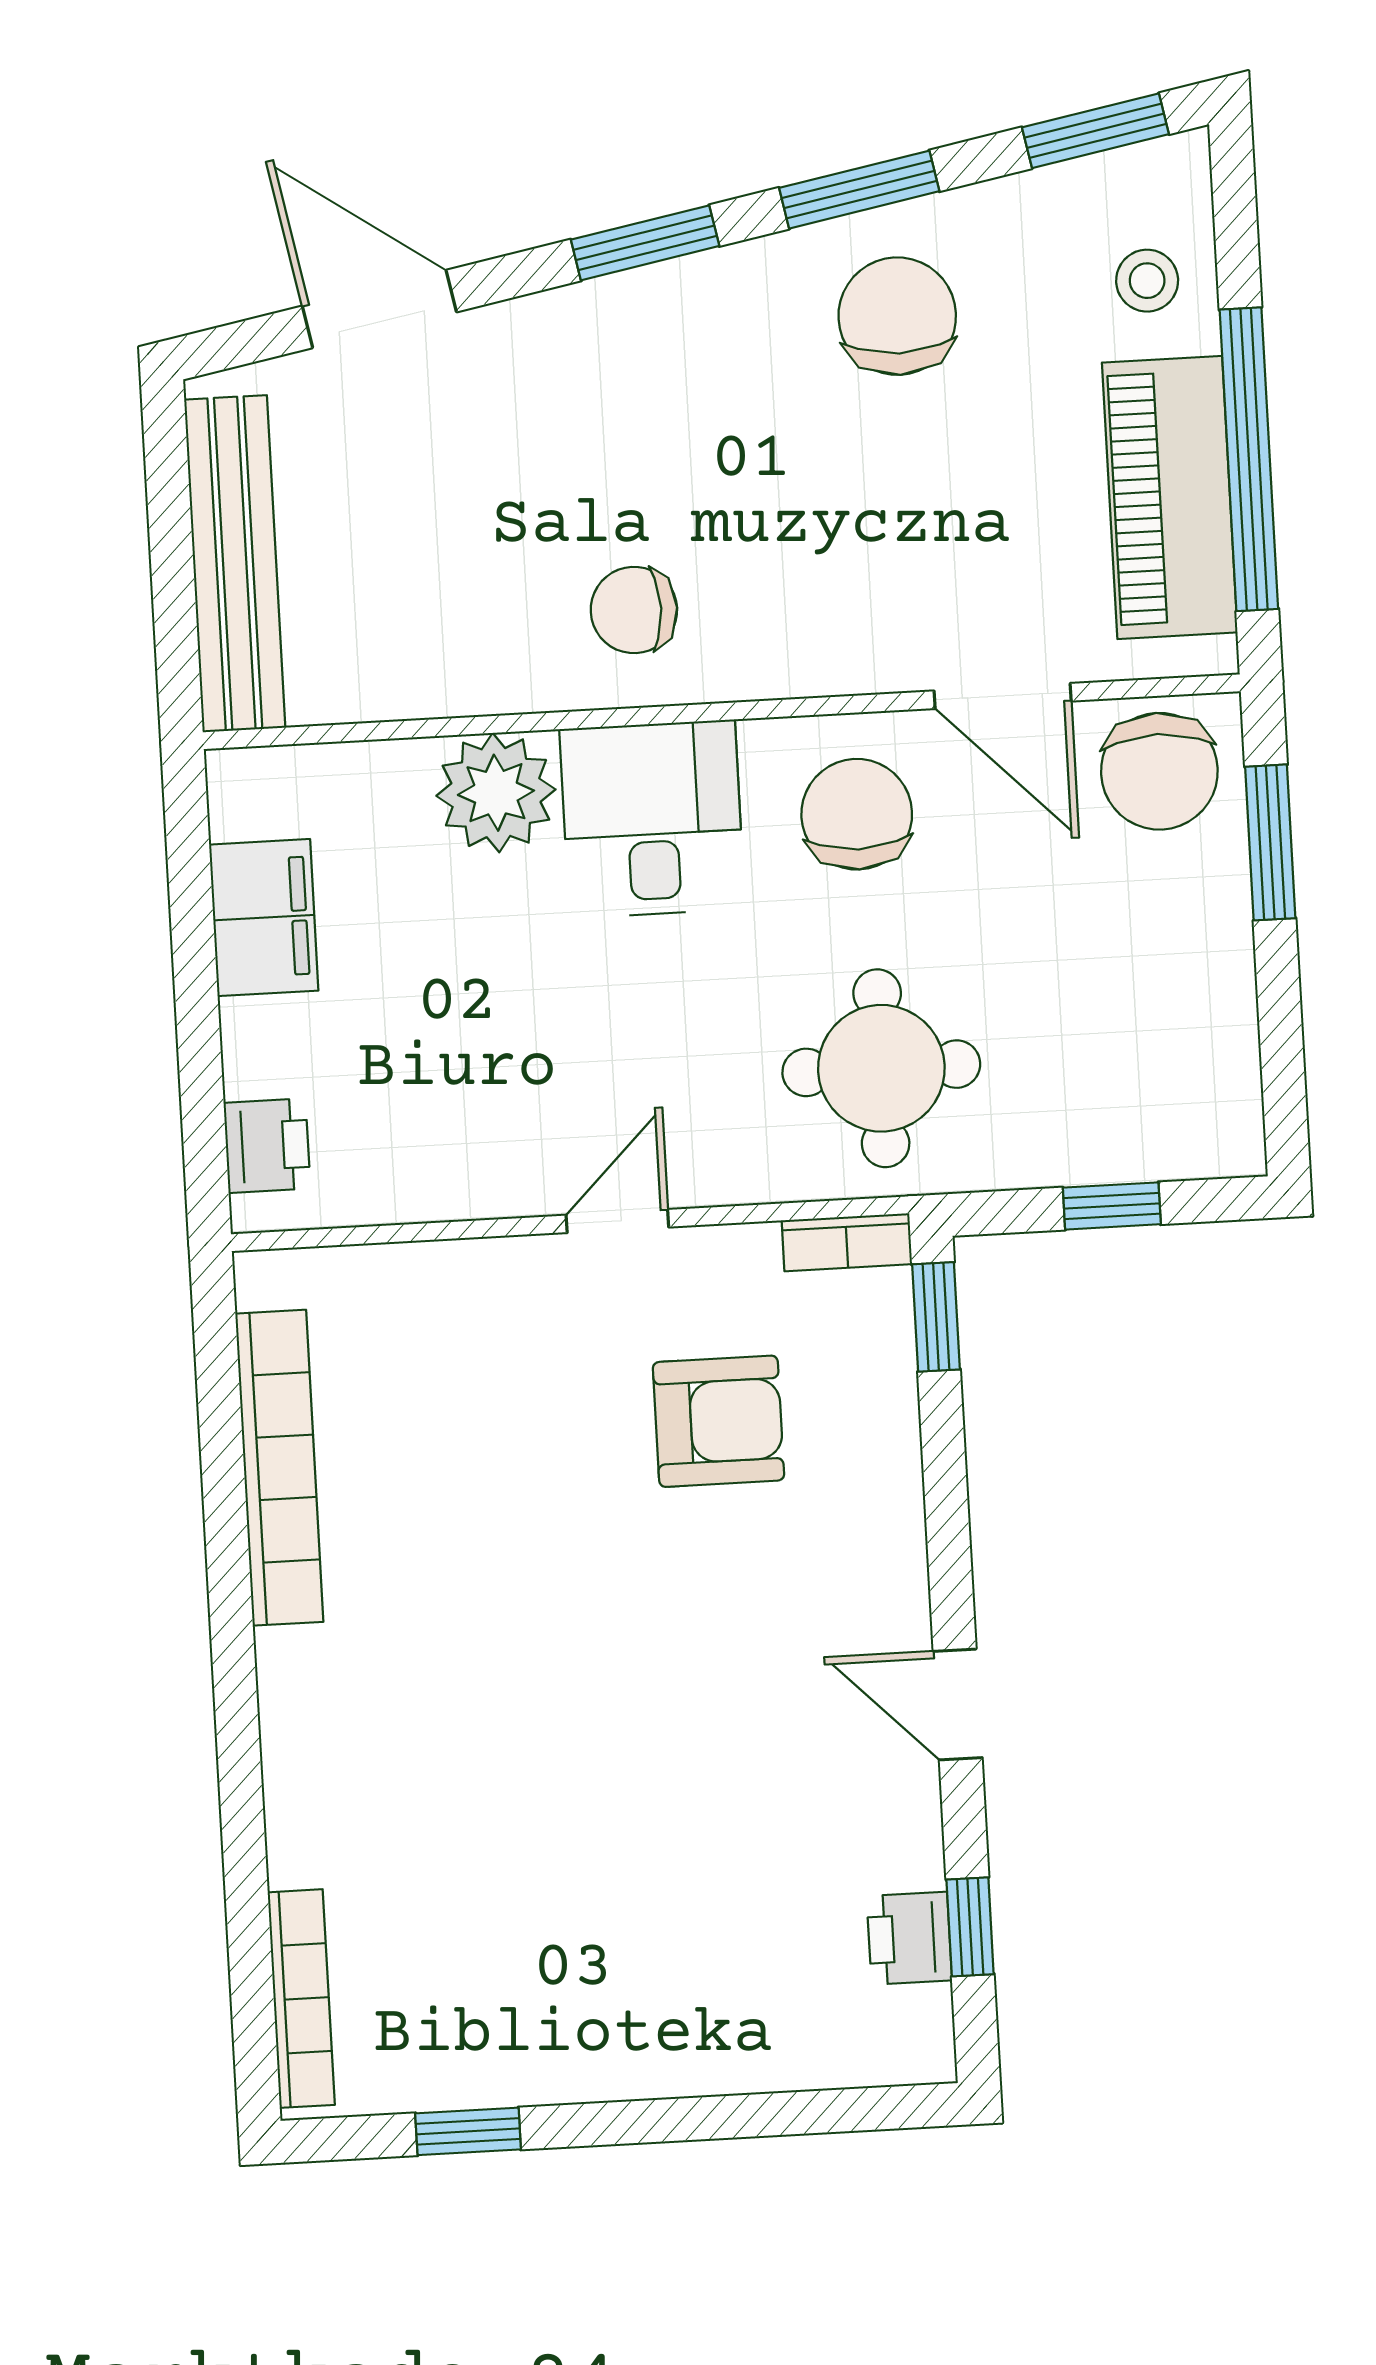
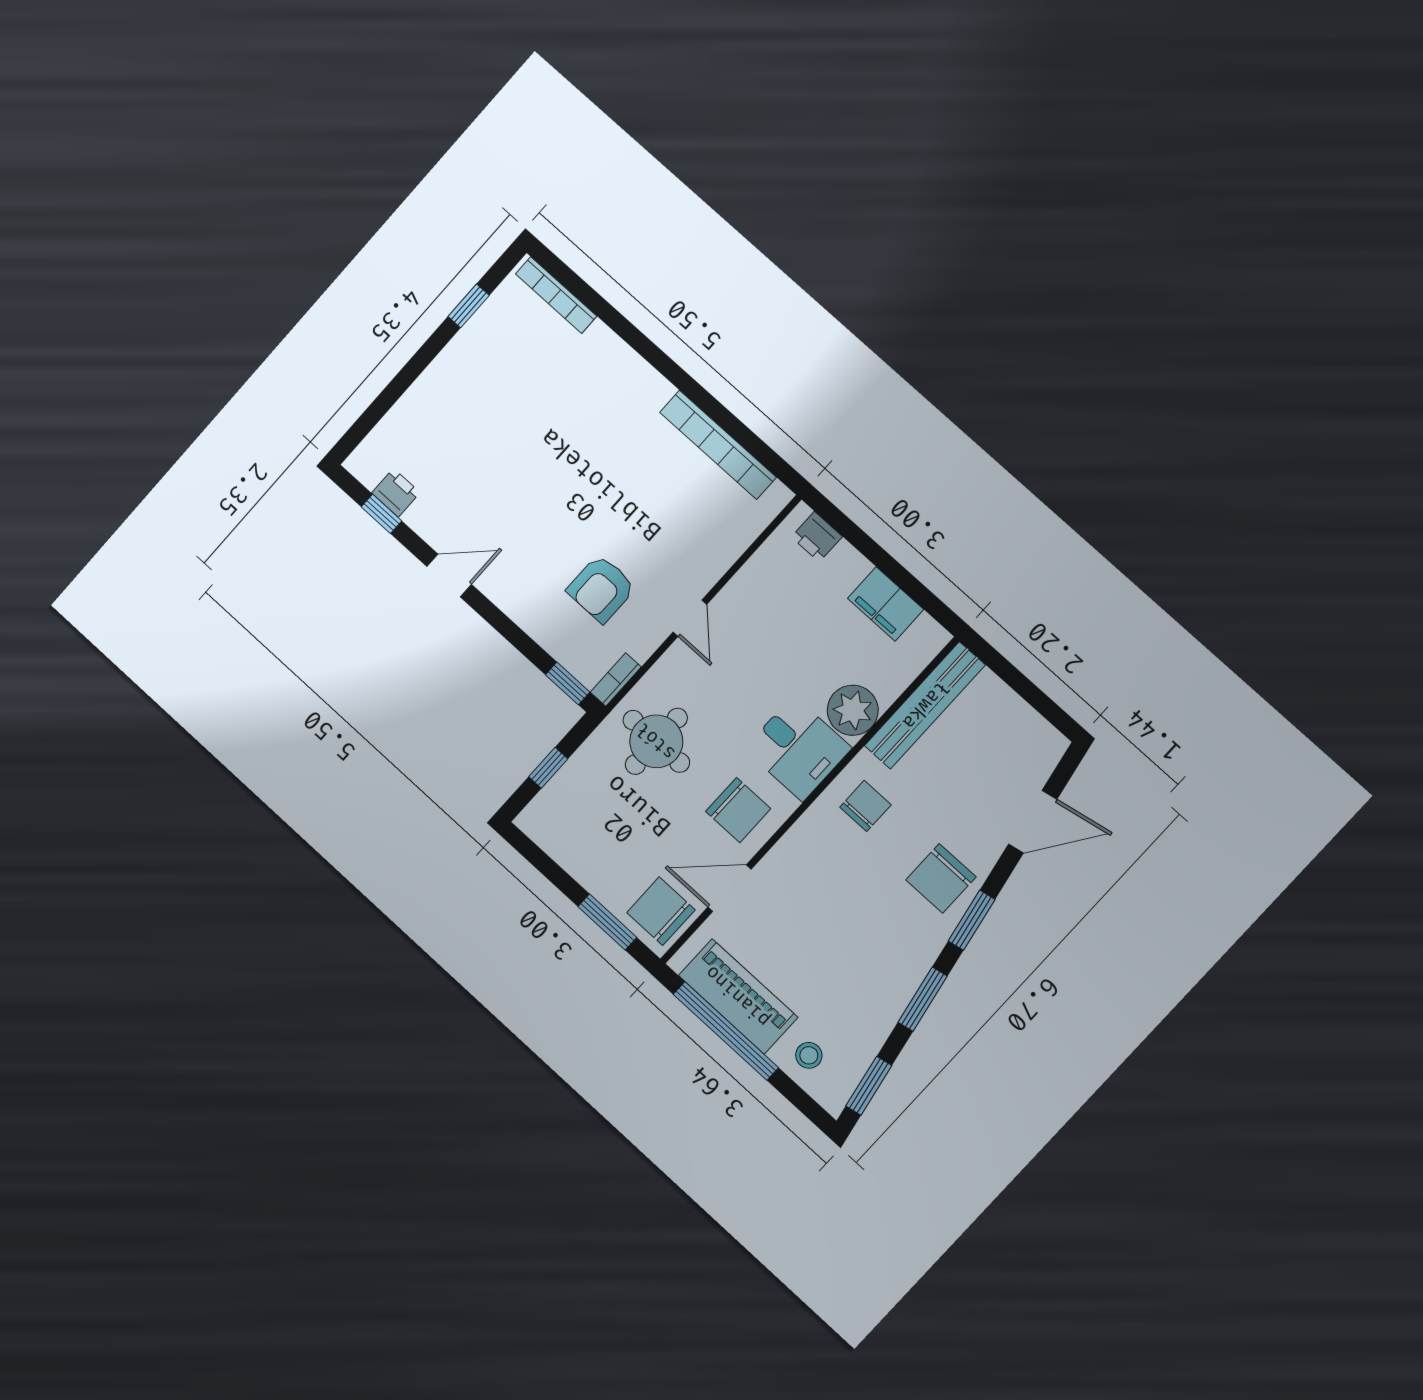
chair: (897, 316) -> (941, 878), moved, turned 90
bench: (235, 564) -> (925, 705), moved, turned 90

